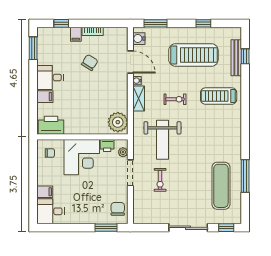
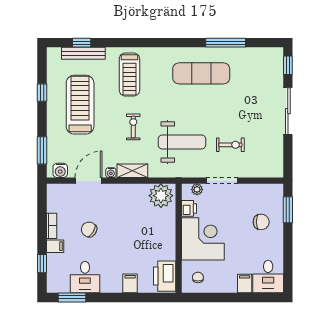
desk: (50, 77) -> (85, 277), moved
exercise mat: (221, 186) -> (201, 73), moved
chair: (118, 209) -> (261, 222), moved, turned 180

